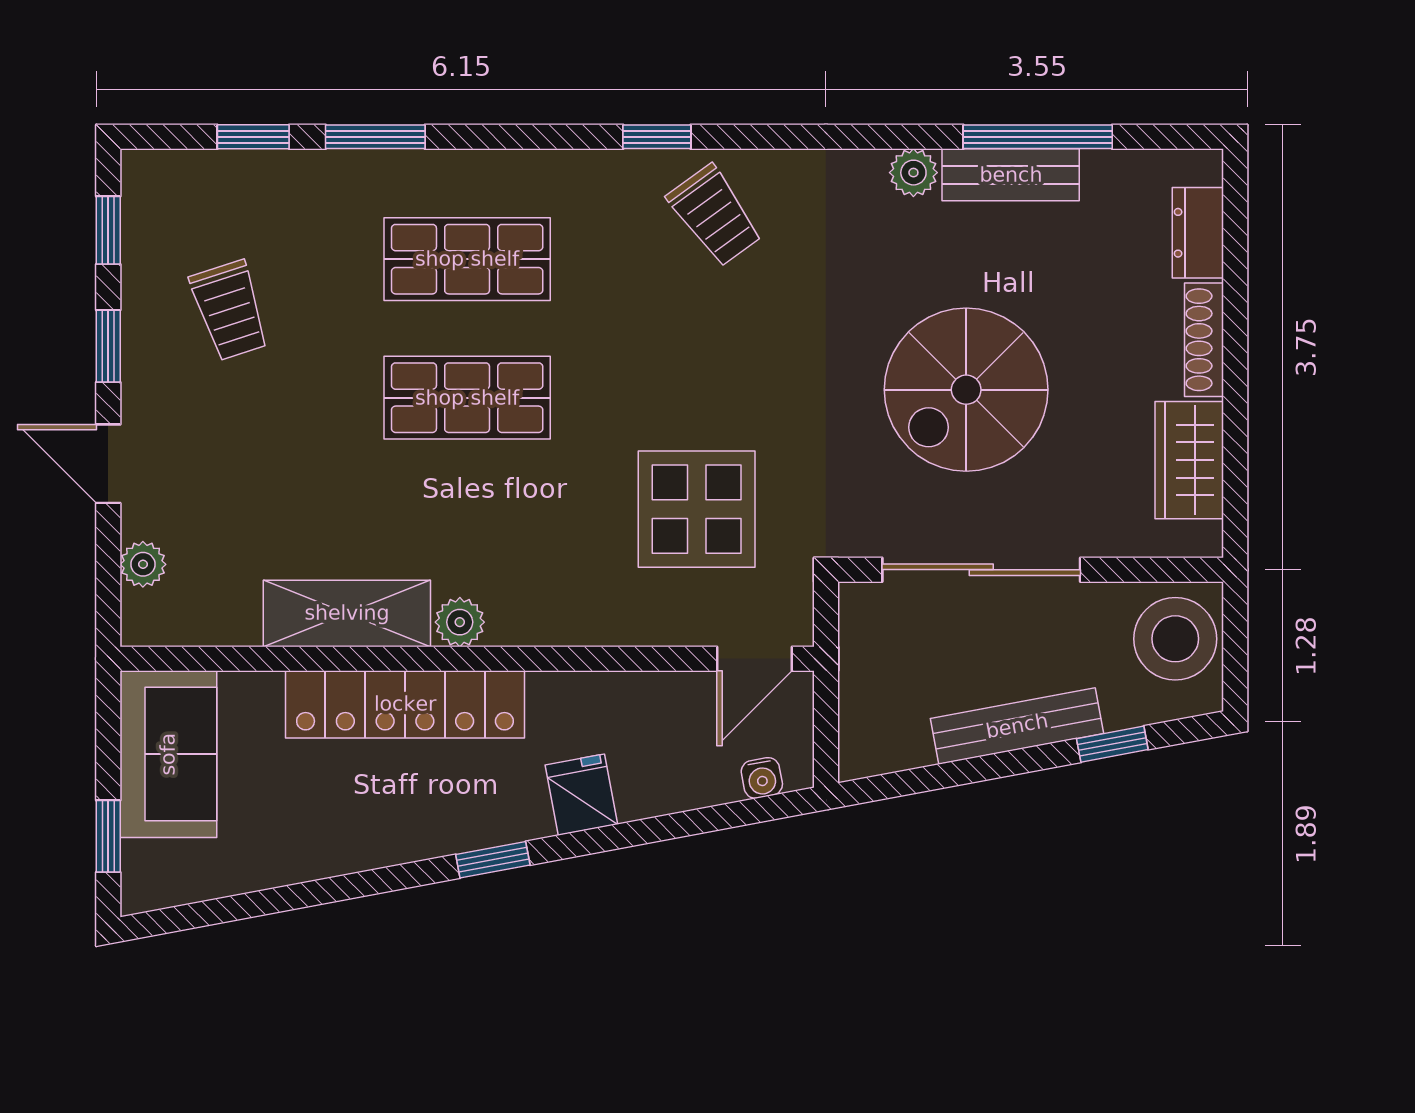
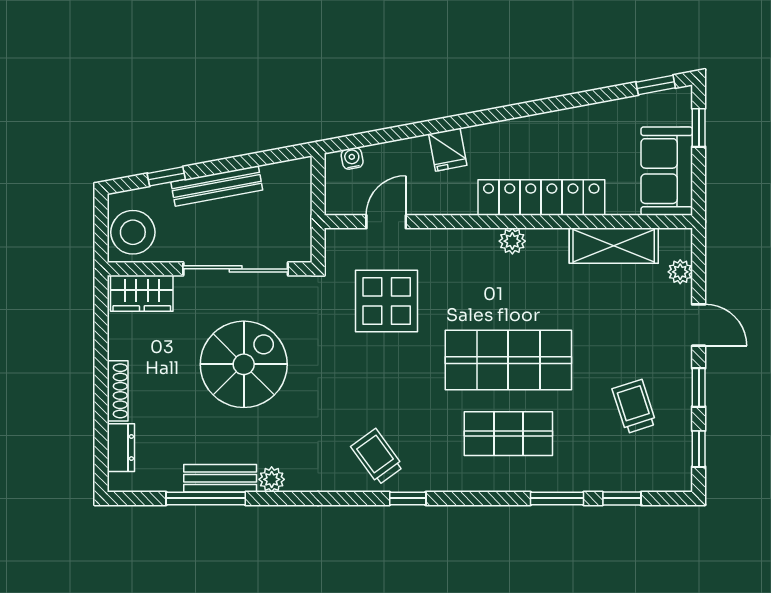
shop shelf: (467, 398) -> (508, 360), width x1.43, depth x1.36
wardrobe: (1189, 460) -> (142, 293), moved, turned 90
shelving: (347, 613) -> (614, 246), moved
door: (754, 659) -> (386, 222), moved
window: (493, 860) -> (656, 85), moved

